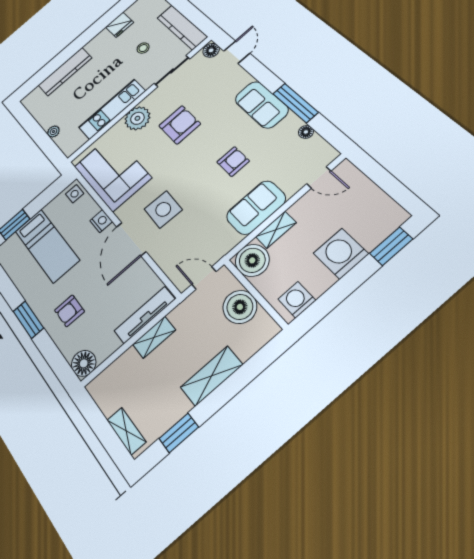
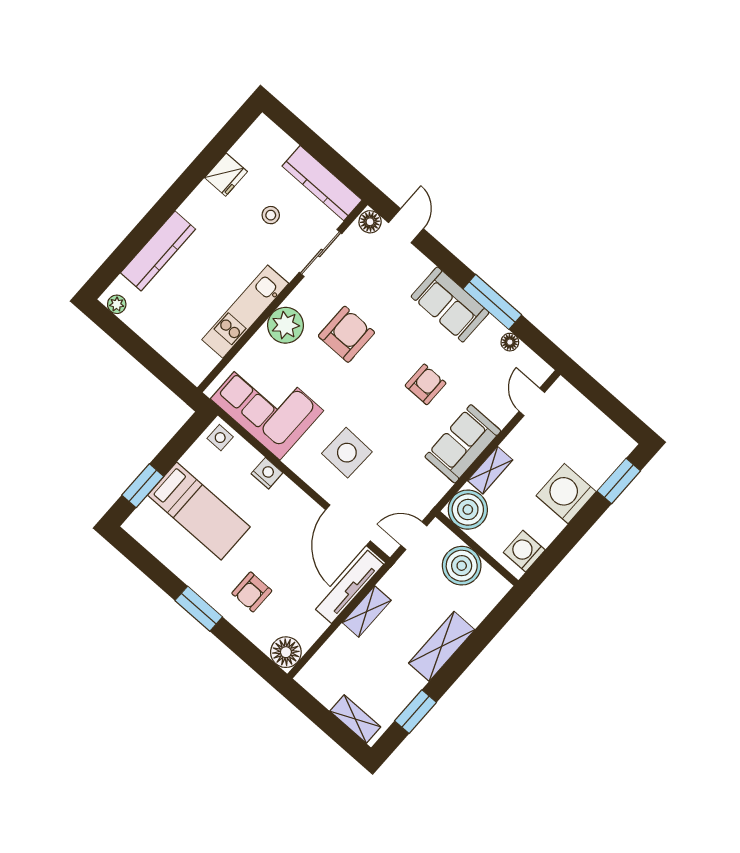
plant: (53, 132) -> (117, 304), moved
door: (319, 177) -> (532, 402), swing flipped
door: (131, 239) -> (348, 525), moved

